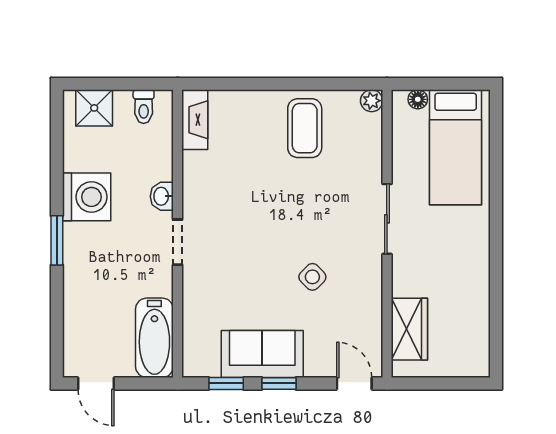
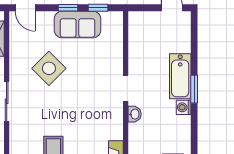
washing machine: (87, 197) -> (184, 107), width x0.53, depth x0.53
side table: (312, 277) -> (49, 68), width x1.87, depth x1.87
bathtub: (154, 338) -> (180, 76), moved, turned 180

